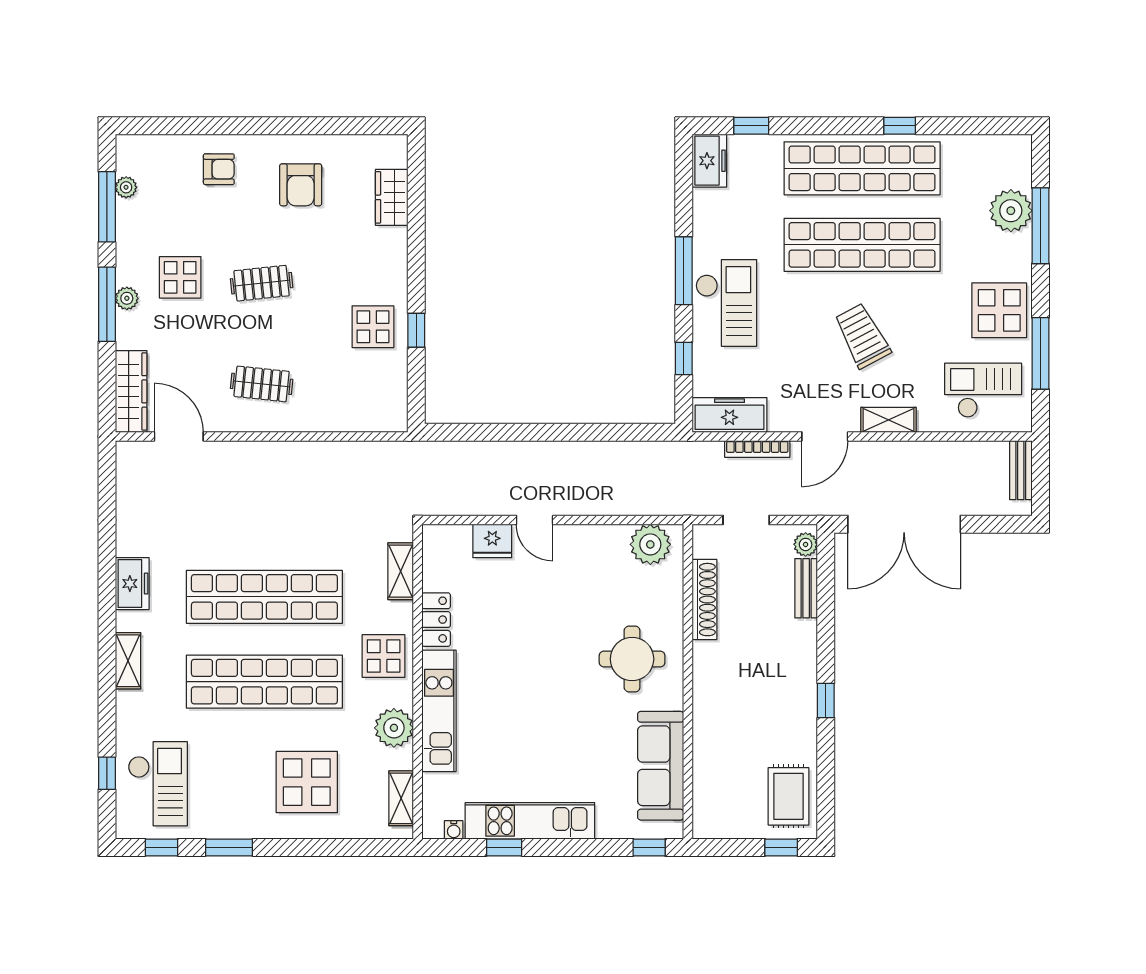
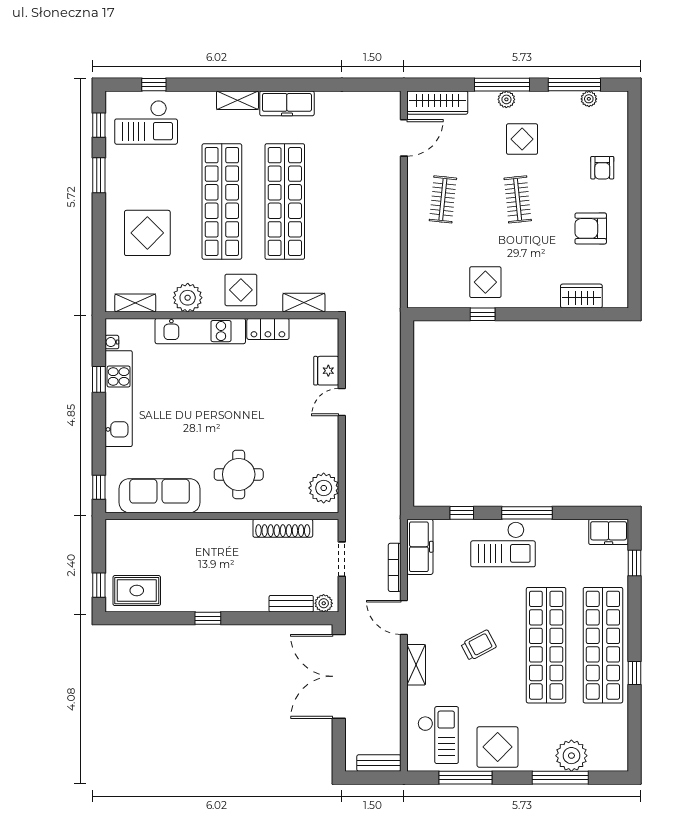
trolley: (862, 336) -> (479, 645), width x0.73, depth x0.72
freezer: (132, 584) -> (287, 103), width x1.40

